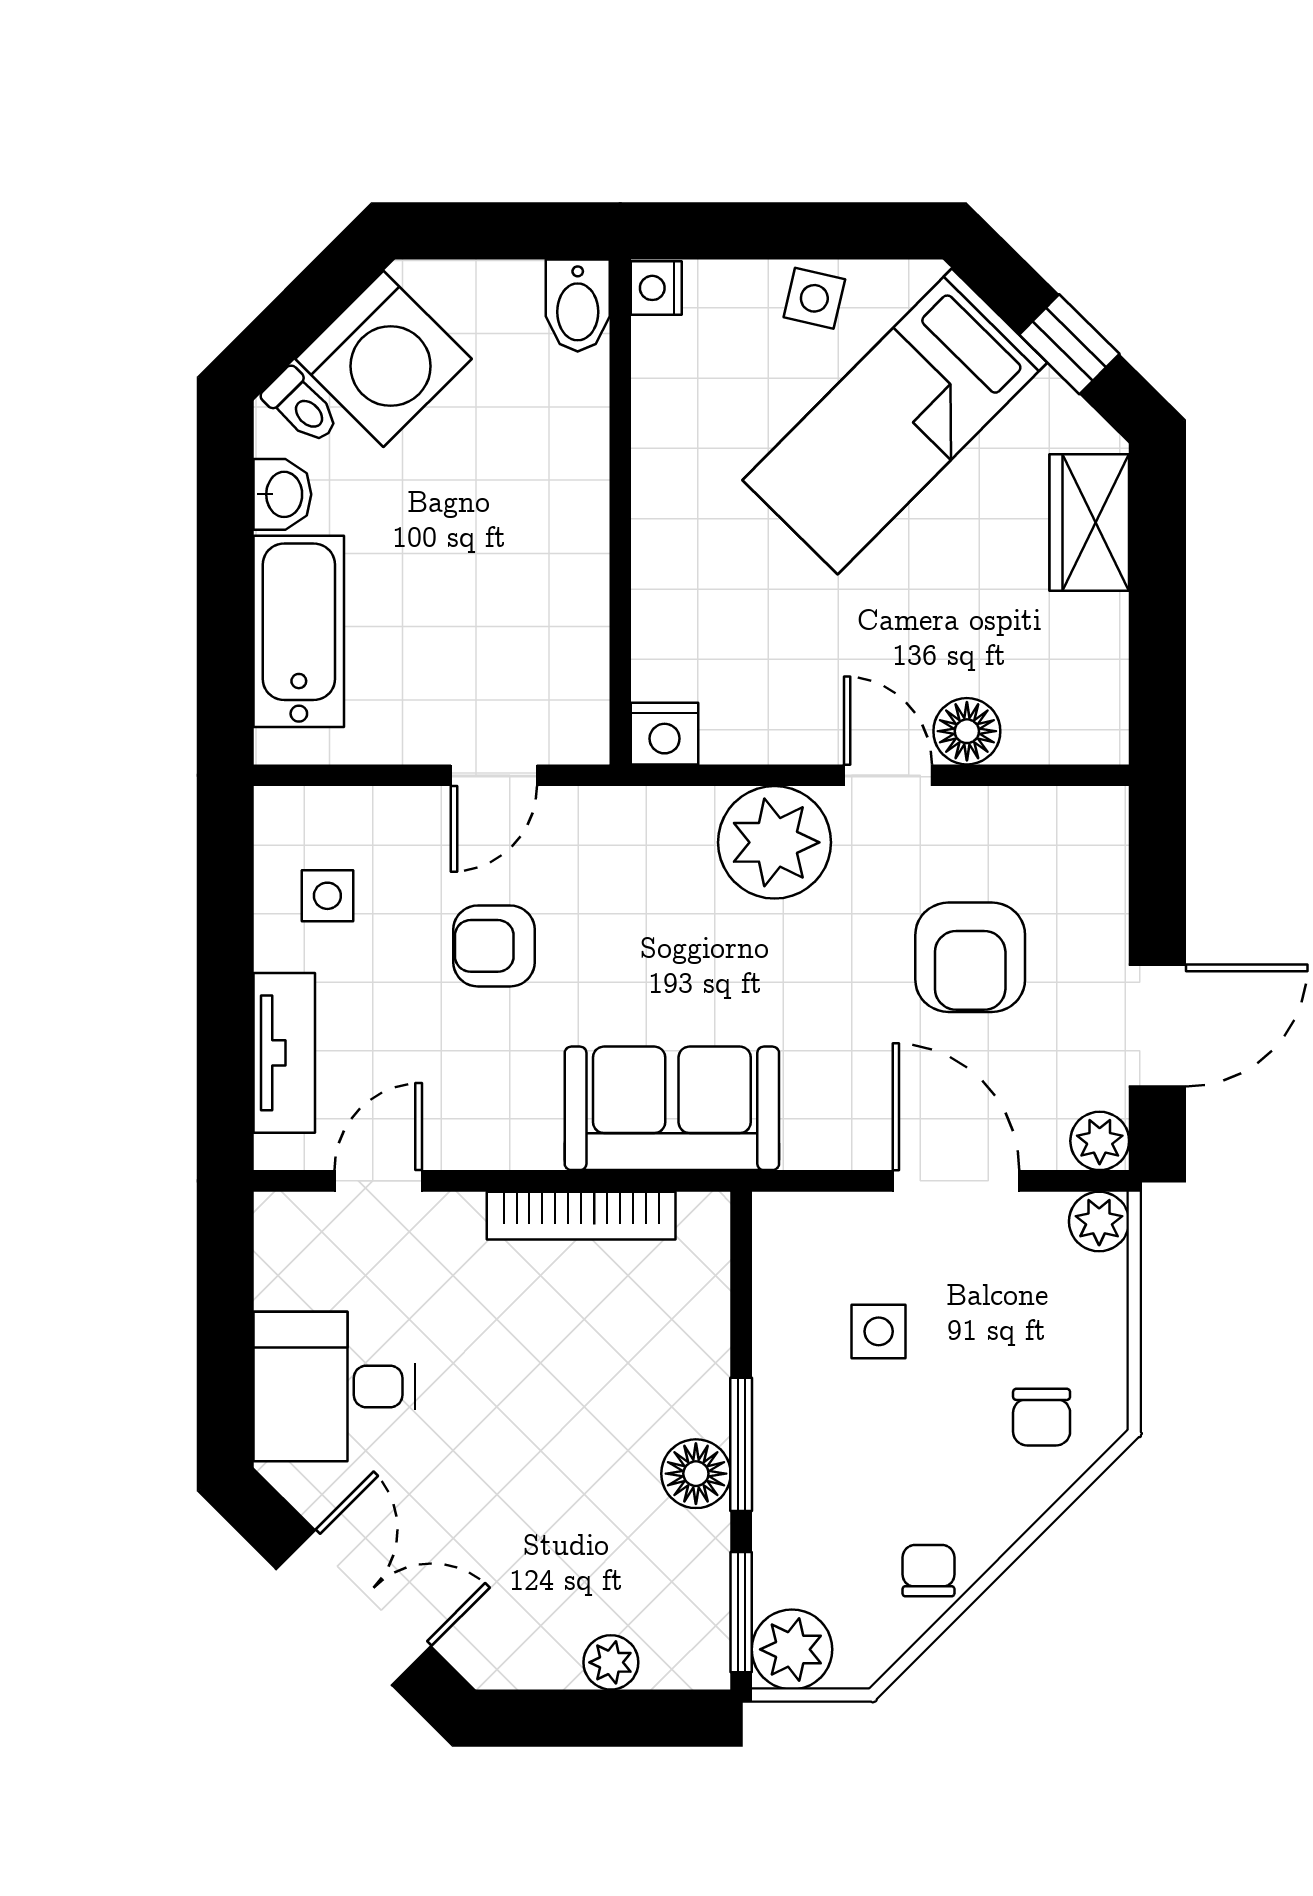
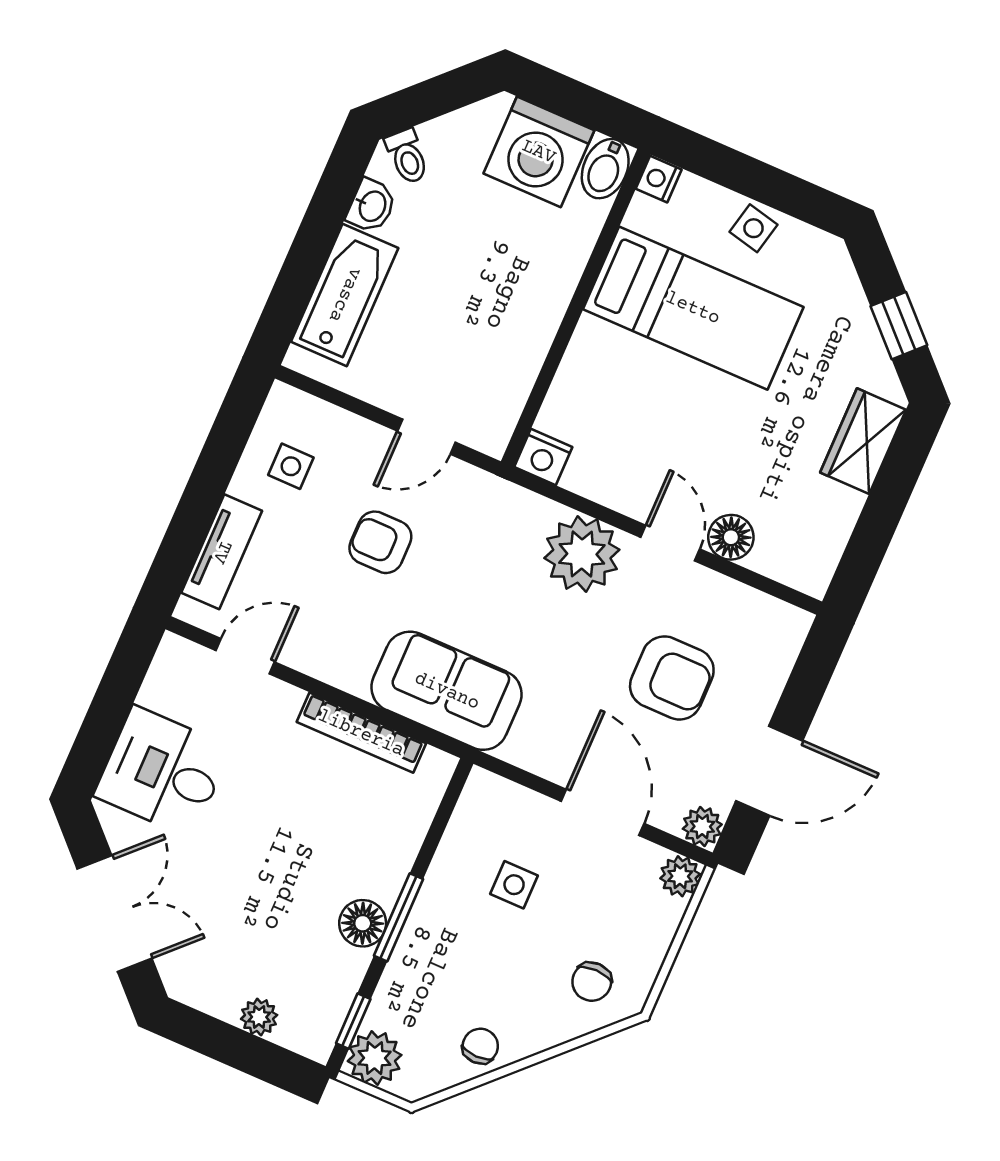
washing machine: (383, 359) -> (539, 152), moved, turned 45
bed: (895, 421) -> (693, 308), moved, turned -135
armchair: (970, 957) -> (672, 678), turned -90
window: (741, 1612) -> (353, 1021), width x0.67

